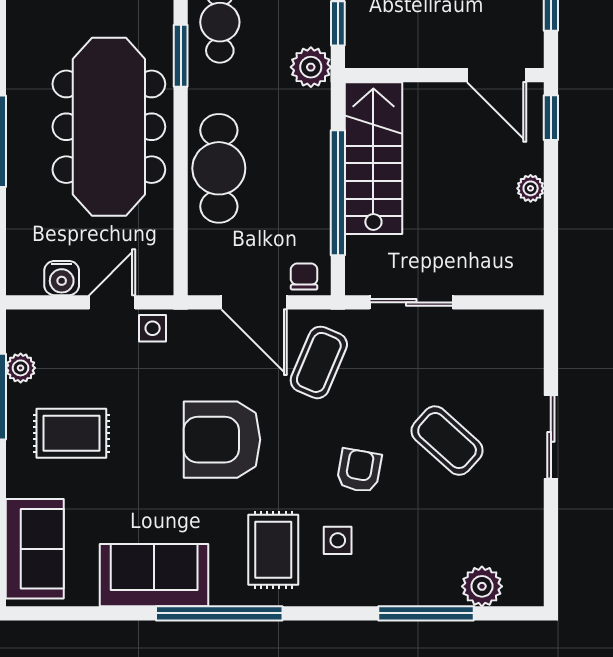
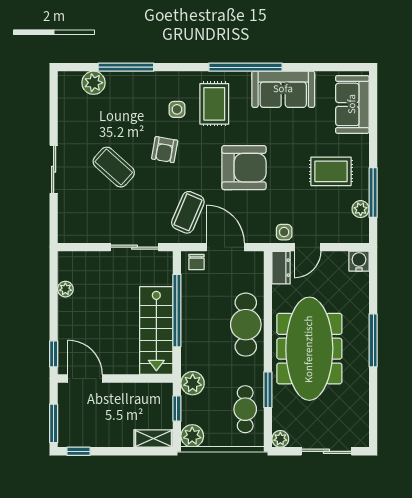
plant: (531, 188) -> (65, 289), moved
dresser: (158, 267) -> (281, 268), added
water cooler: (62, 278) -> (359, 261), moved

